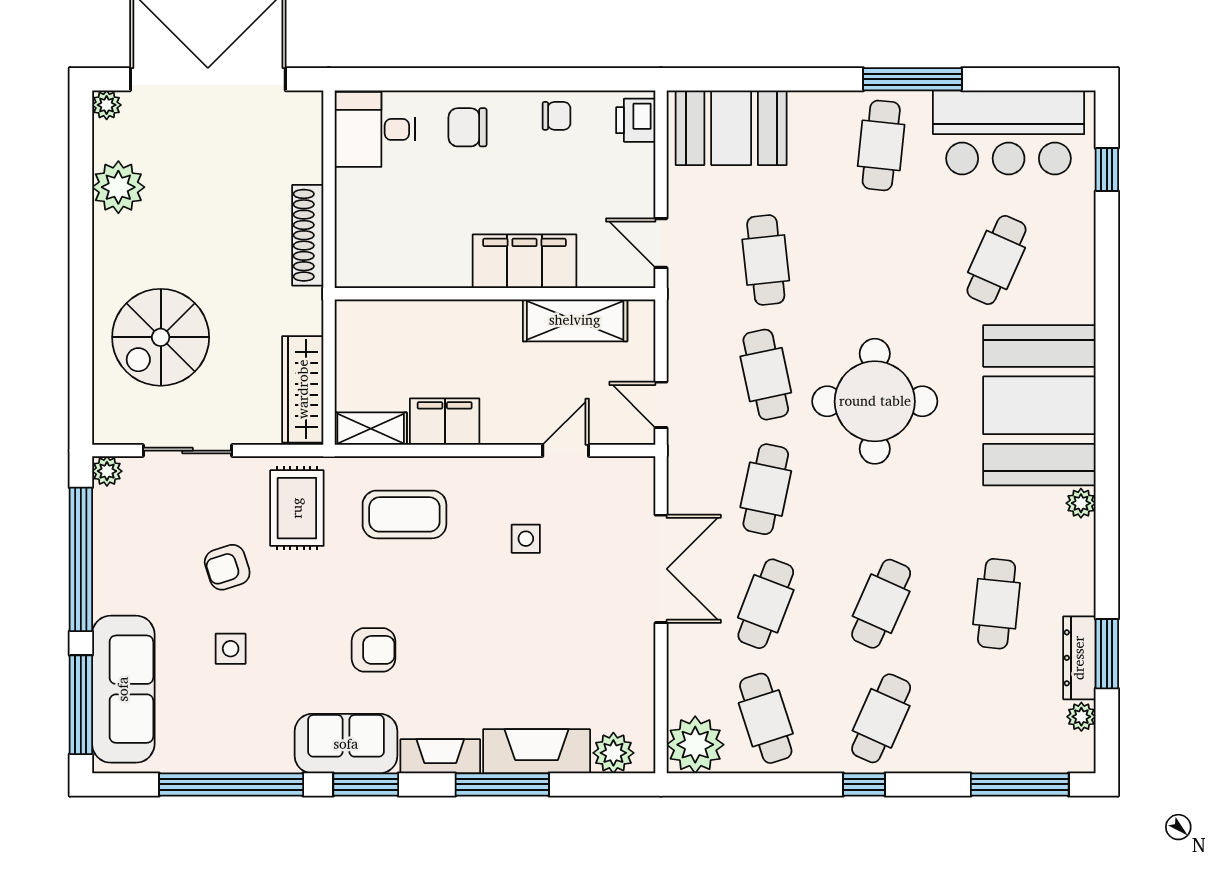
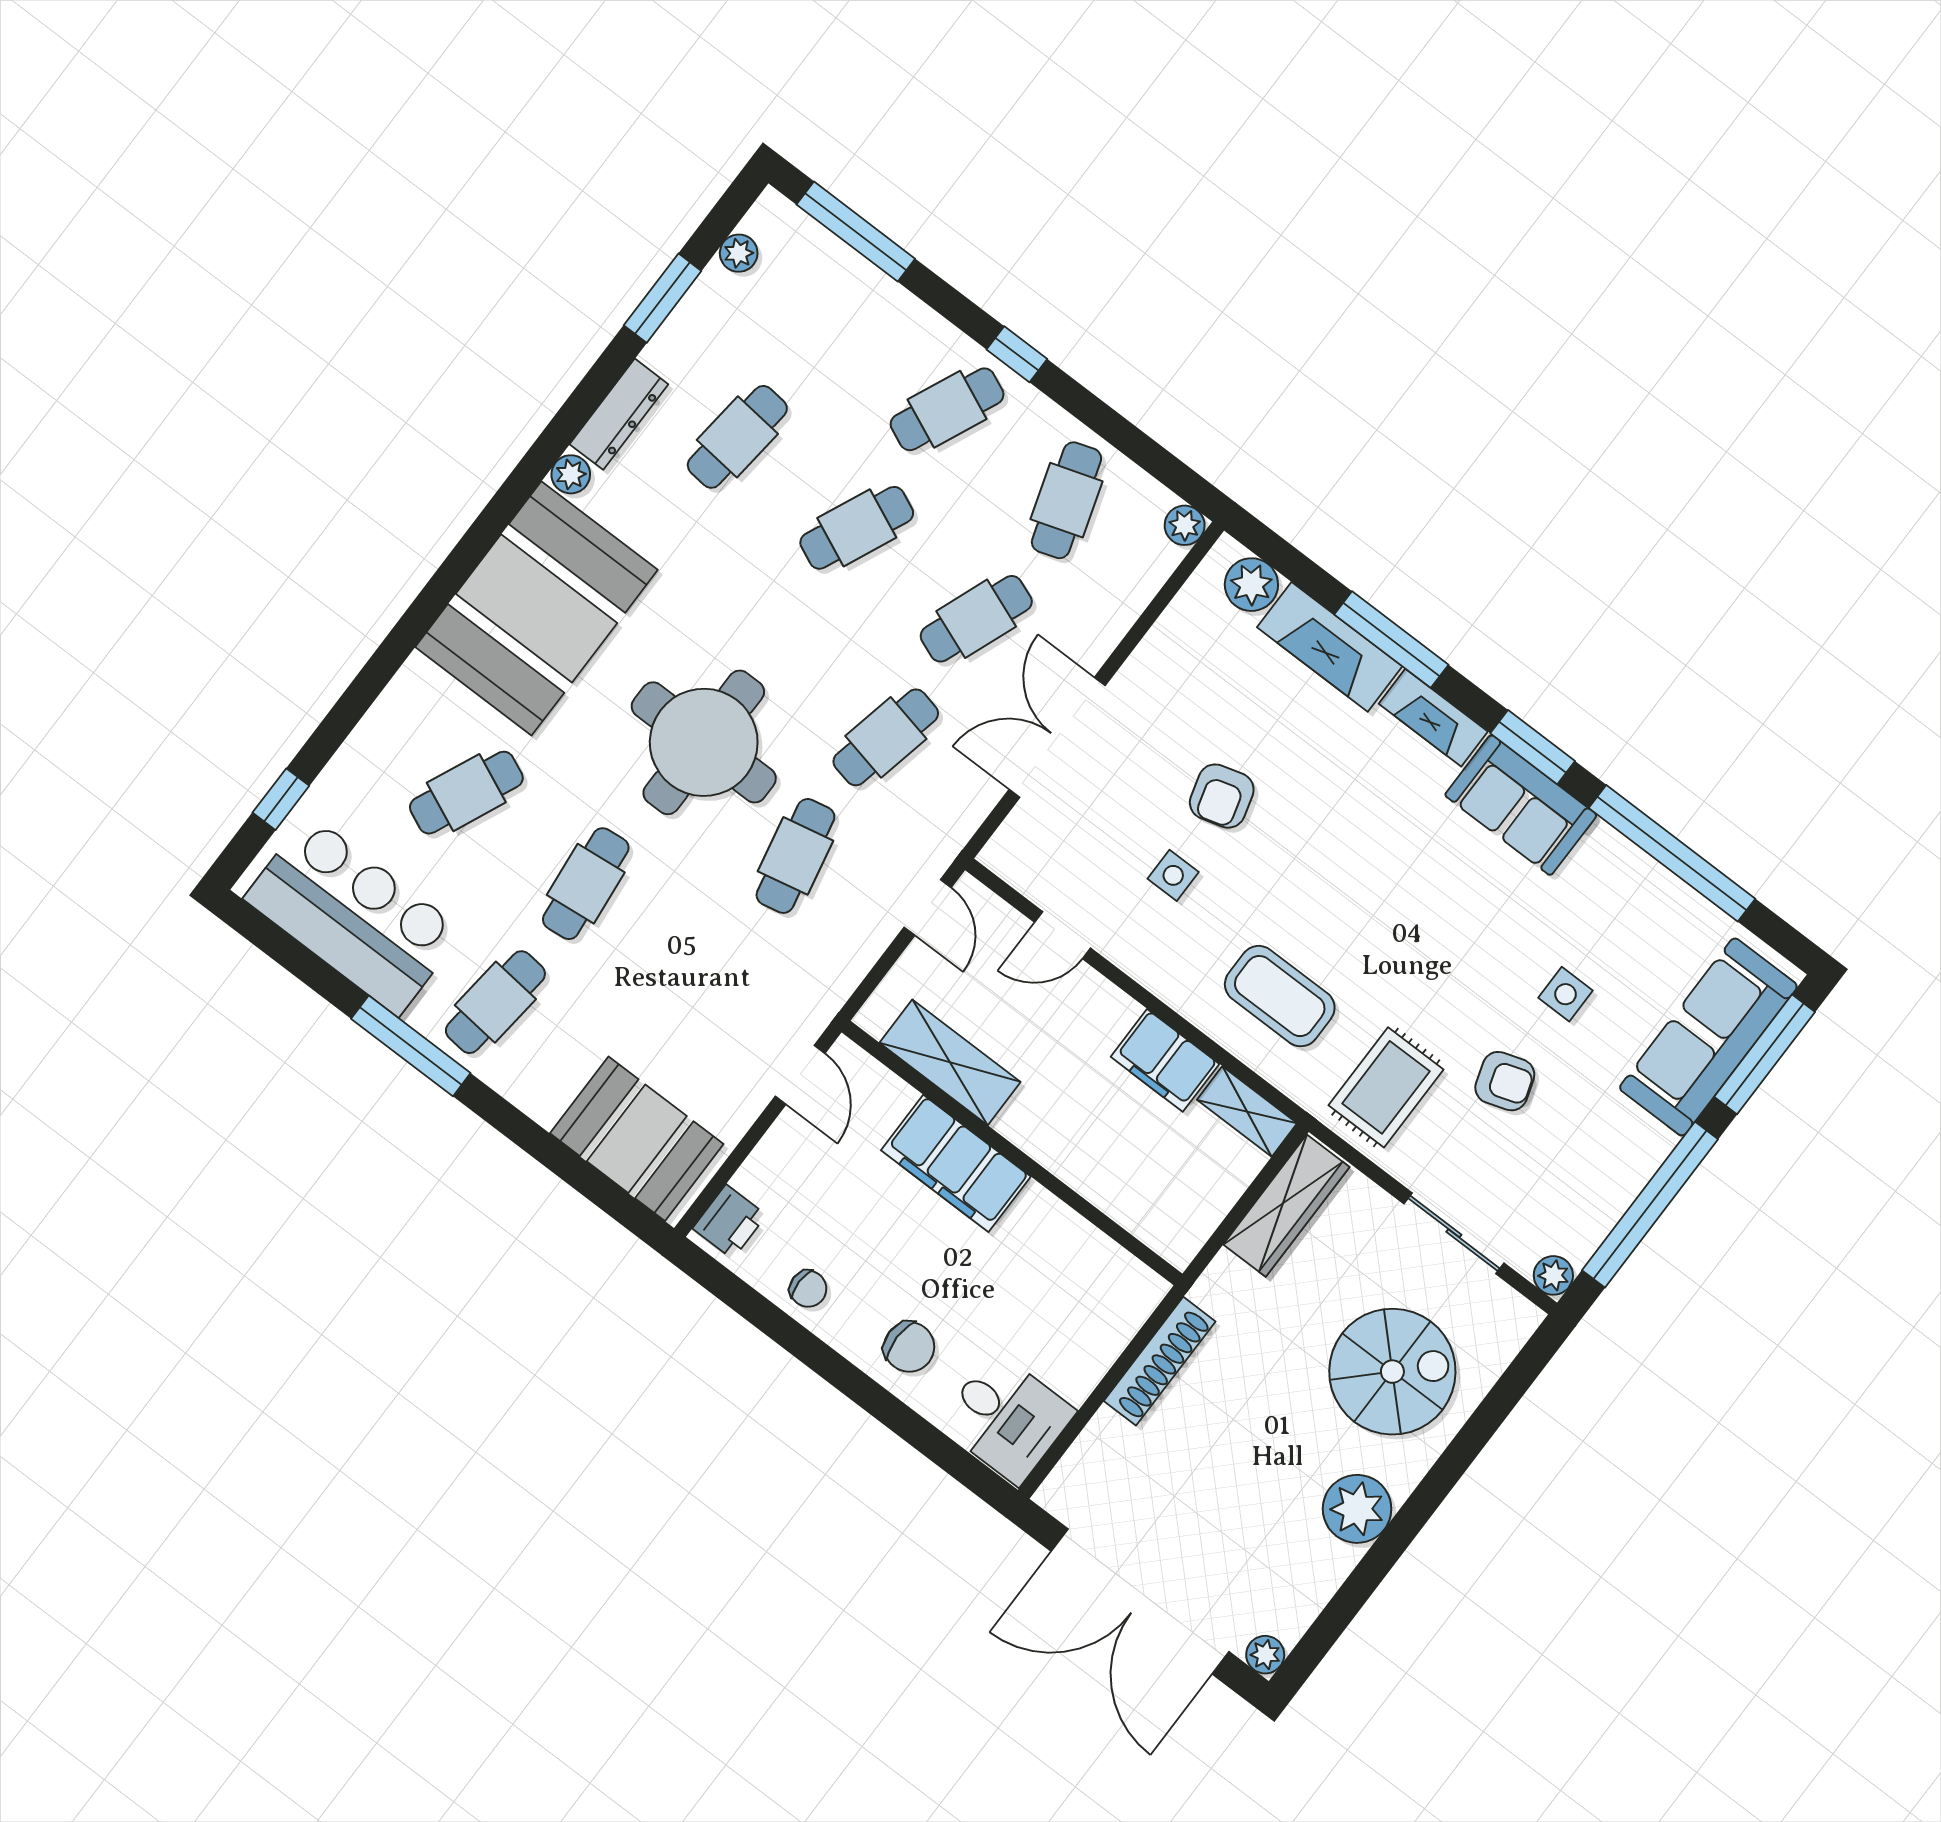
chair: (556, 116) -> (808, 1289), turned 180
plant: (118, 187) -> (1357, 1509), moved
cafe table: (766, 260) -> (586, 884), moved
armchair: (373, 650) -> (1222, 796), moved, turned -106
dresser: (1079, 658) -> (619, 414), moved
plant: (695, 745) -> (1185, 525), width x0.53, depth x0.53

